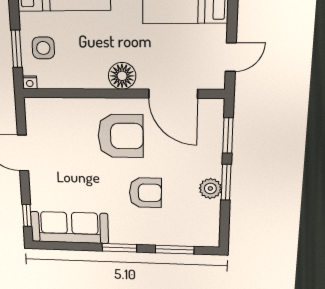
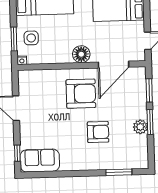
door: (173, 94) -> (114, 65), hinge flipped
sofa: (69, 228) -> (40, 161), width x0.73
window: (119, 248) -> (81, 173), removed

